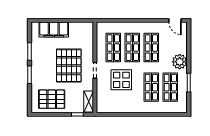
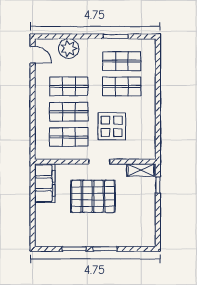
door: (175, 20) -> (33, 55), hinge flipped
filing cabinet: (54, 30) -> (45, 183), moved
plant: (180, 62) -> (69, 49), moved
pallet: (52, 99) -> (138, 219), removed

